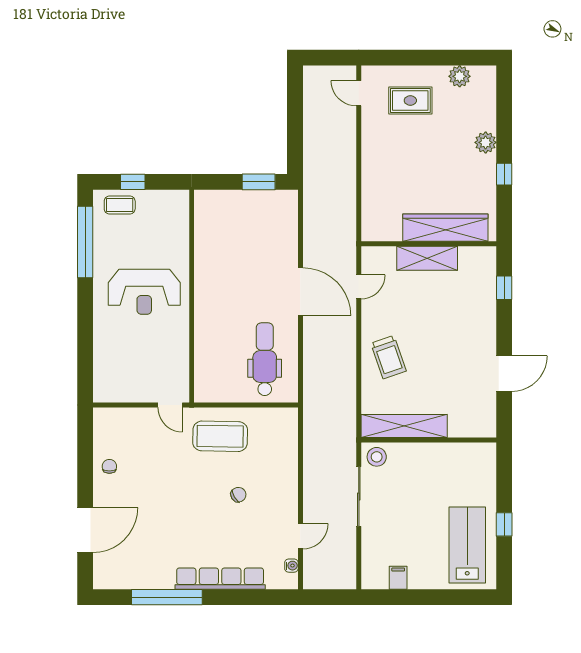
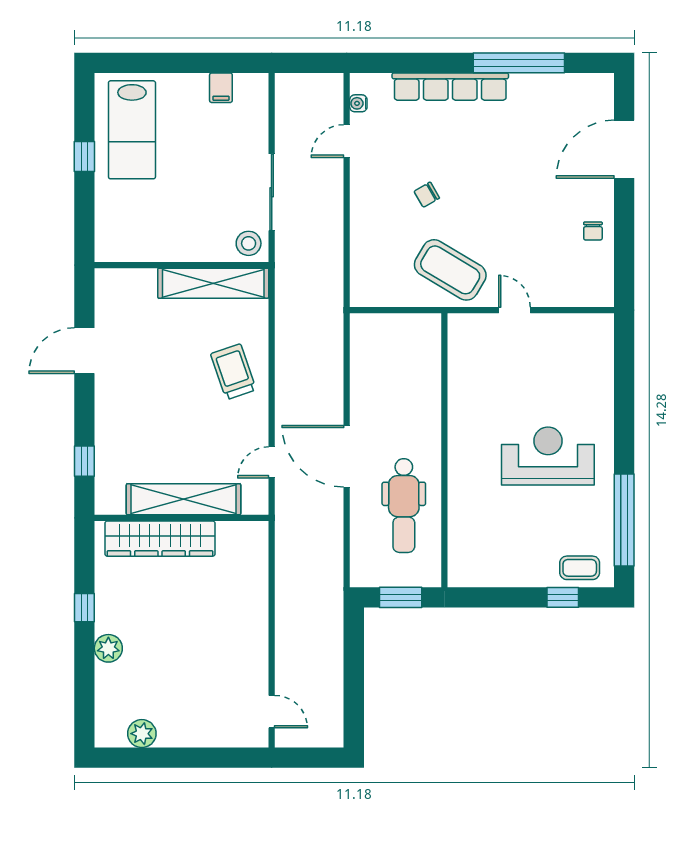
rug: (410, 101) -> (205, 702), removed
shelving: (427, 258) -> (184, 499), width x1.47
wall: (192, 296) -> (444, 450), moved
dental chair: (265, 359) -> (404, 506), moved
coffee table: (220, 436) -> (450, 270), turned 30

